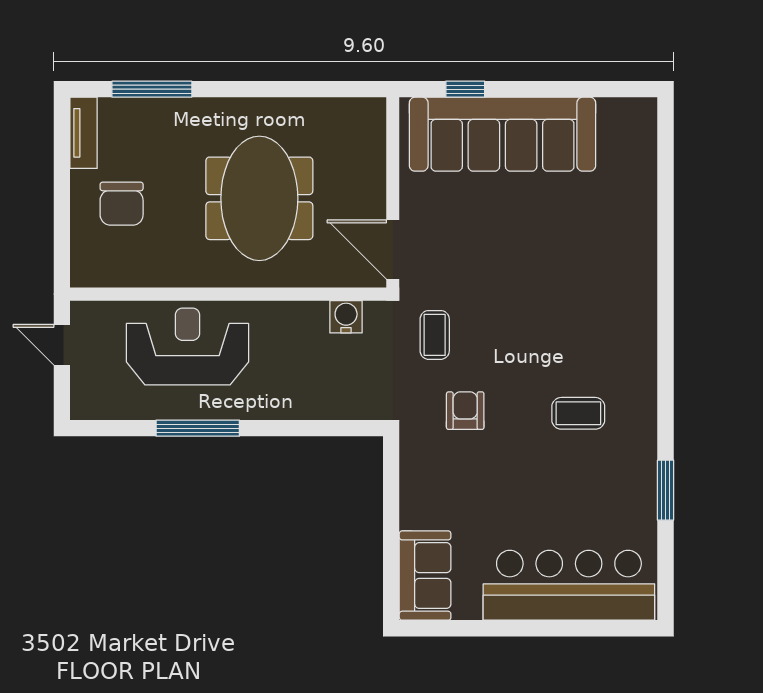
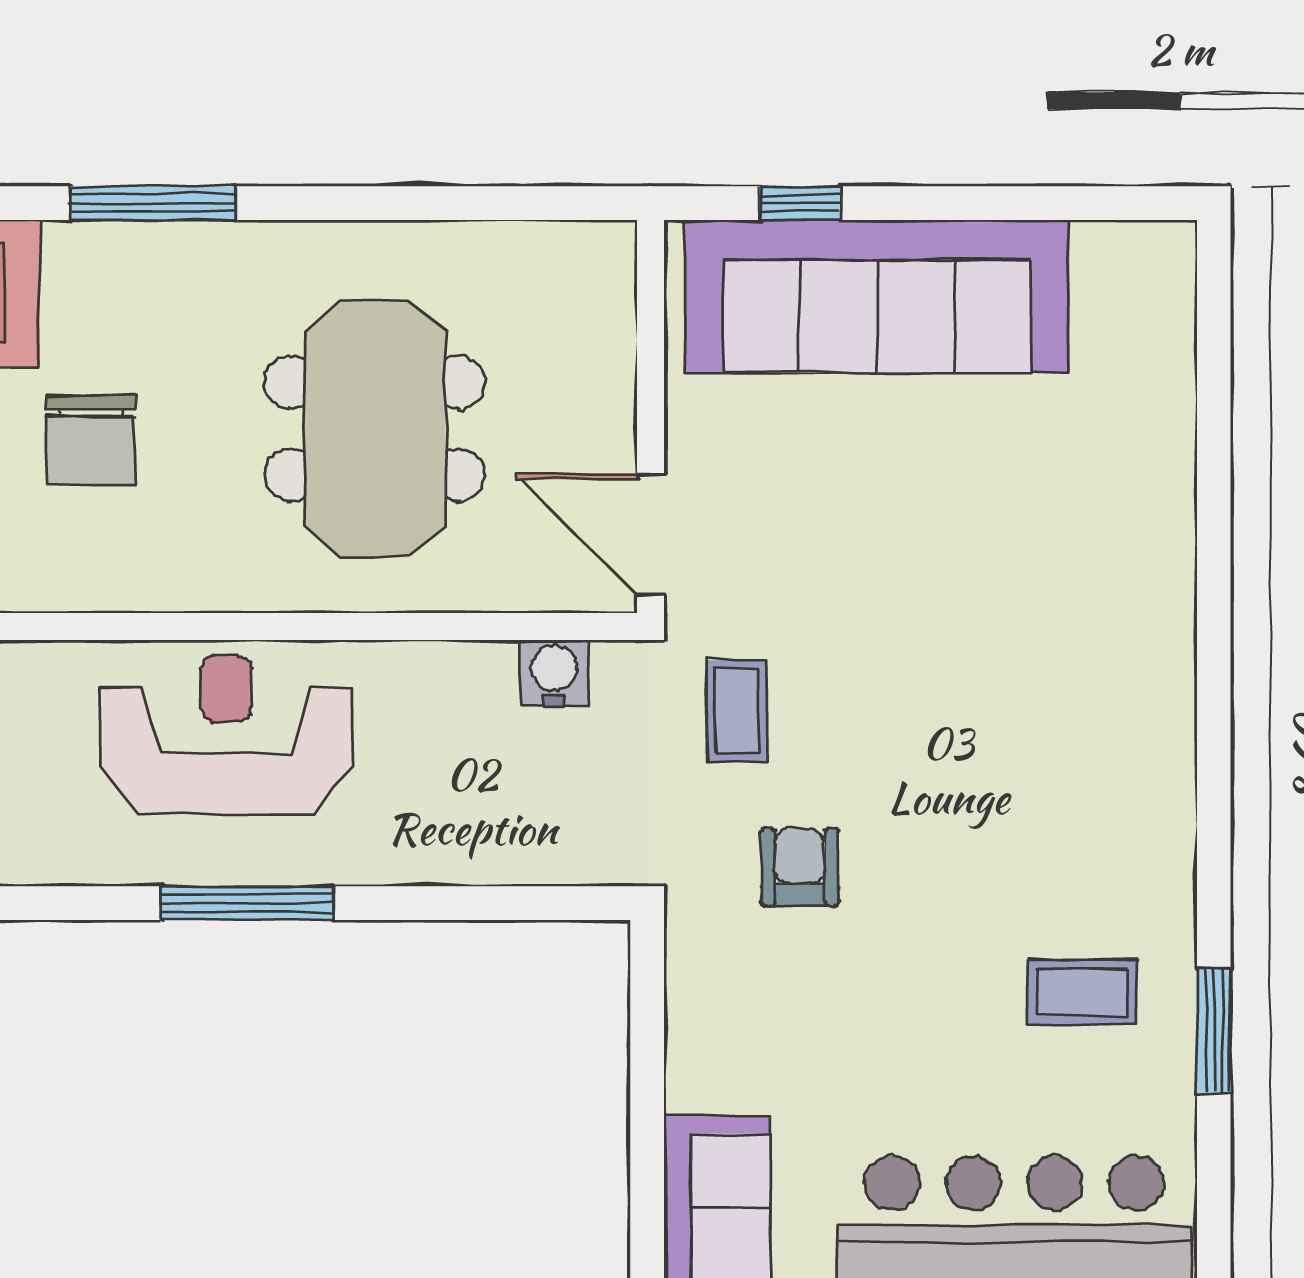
coffee table: (578, 413) -> (1082, 992), moved

